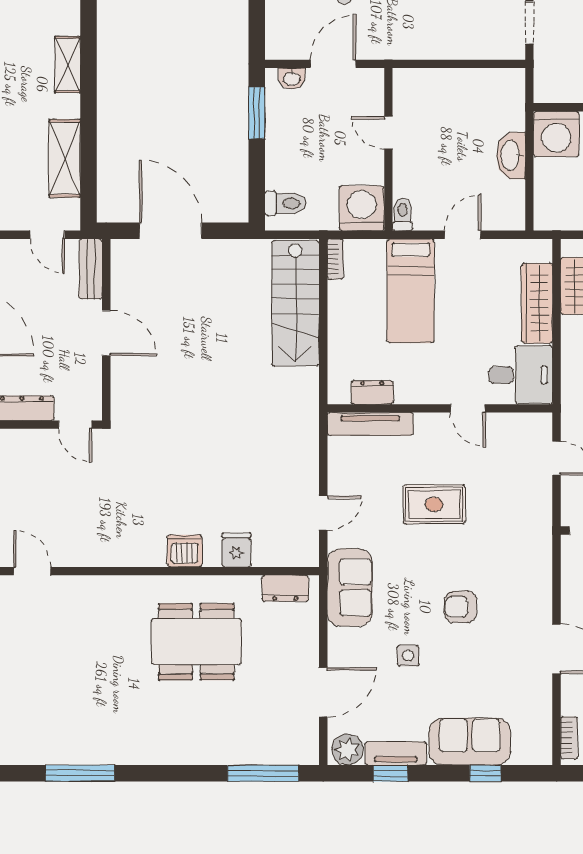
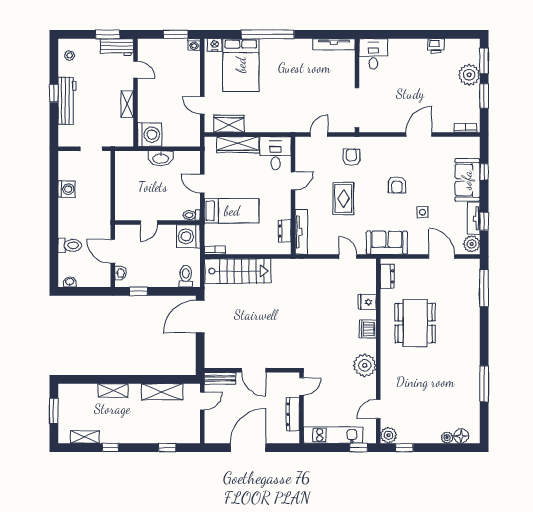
window: (257, 113) -> (138, 291), width x0.67
door: (171, 231) -> (200, 317), moved
door: (106, 333) -> (254, 370), swing flipped
armchair: (513, 520) -> (351, 157), added
plant: (115, 545) -> (365, 365), added

